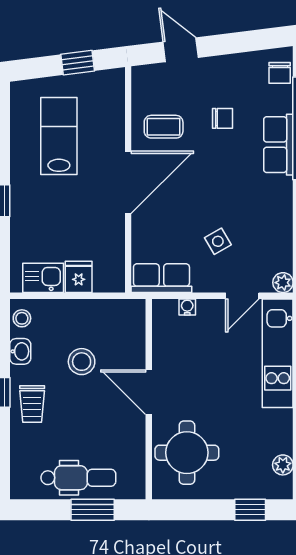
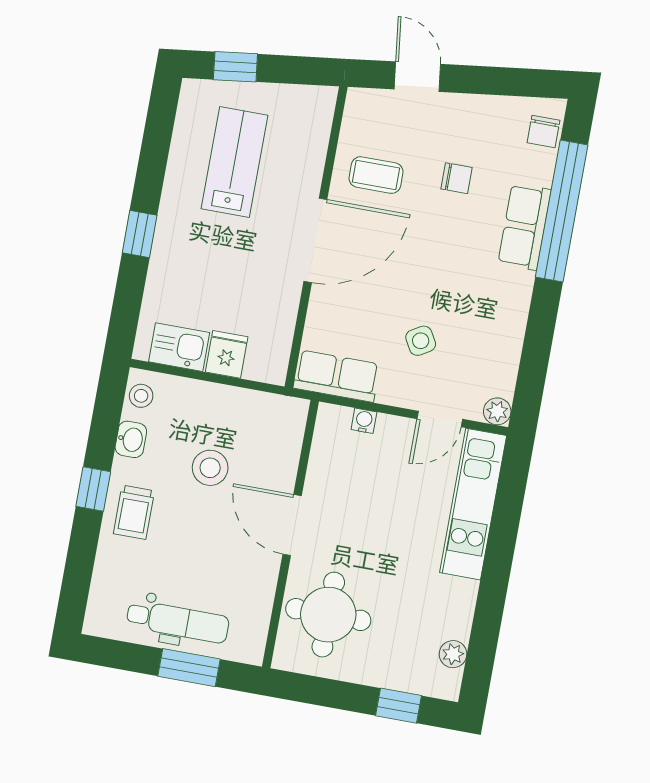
window: (78, 63) -> (235, 67), moved

